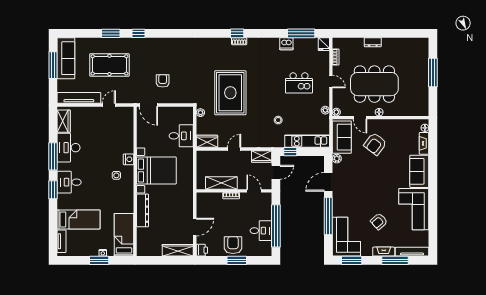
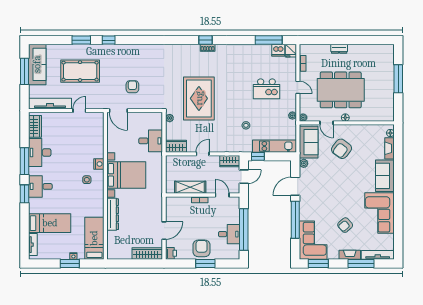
dishwasher: (286, 44) -> (278, 50), moved

